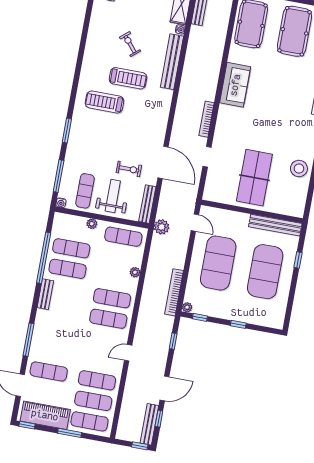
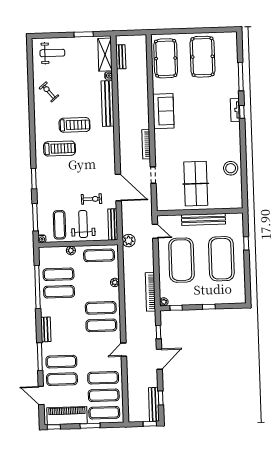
exercise bike: (130, 44) -> (49, 92), moved
treadmill: (104, 102) -> (60, 149), turned 180
bench: (275, 225) -> (203, 219), moved
bench: (45, 294) -> (46, 329), moved
exercise mat: (52, 351) -> (61, 362), added
door: (164, 388) -> (159, 359), moved

